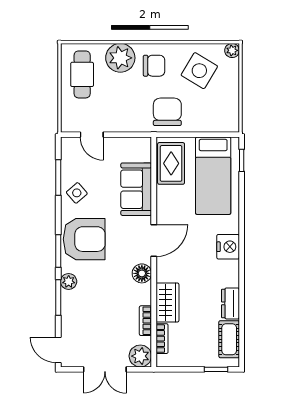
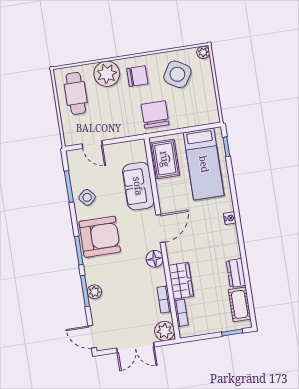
nightstand: (228, 247) -> (230, 218), width x0.53, depth x0.56
plant: (69, 281) -> (94, 292), moved

